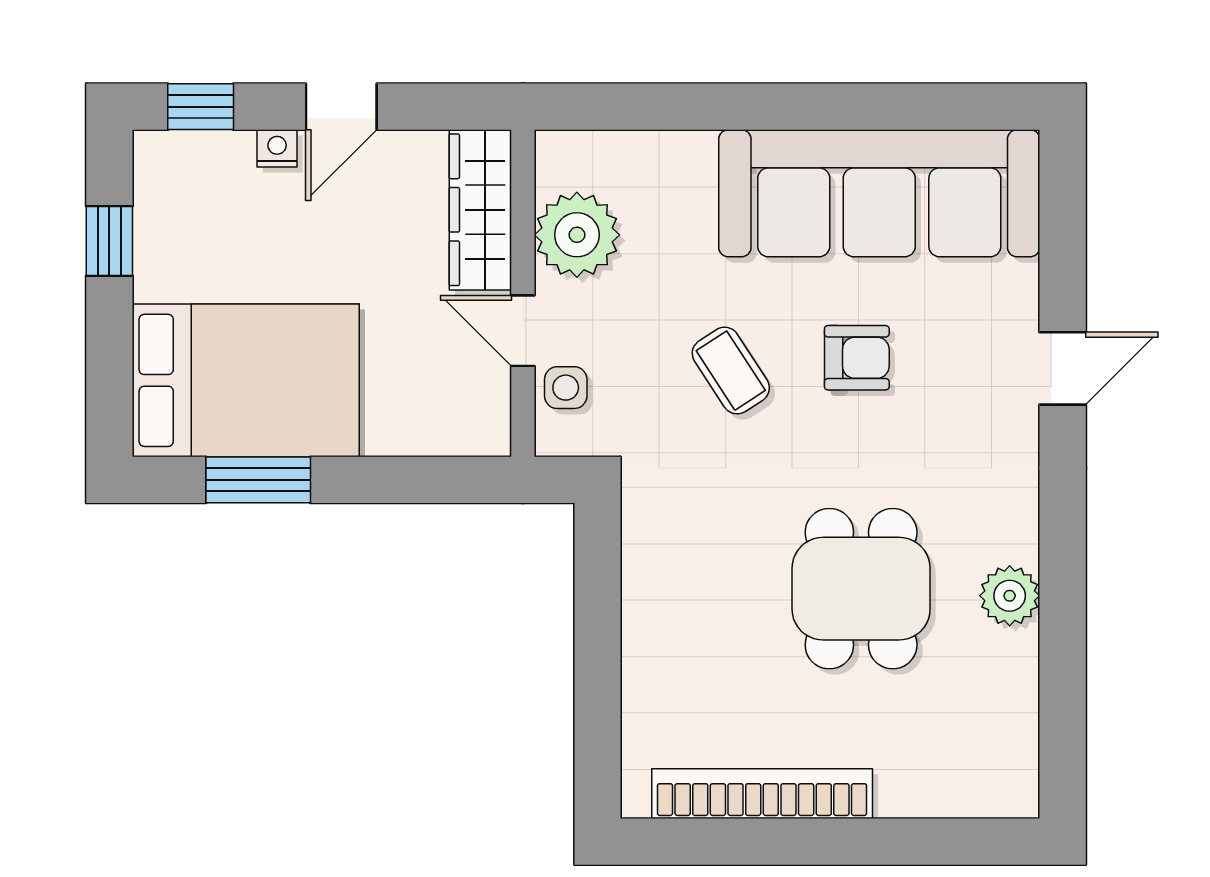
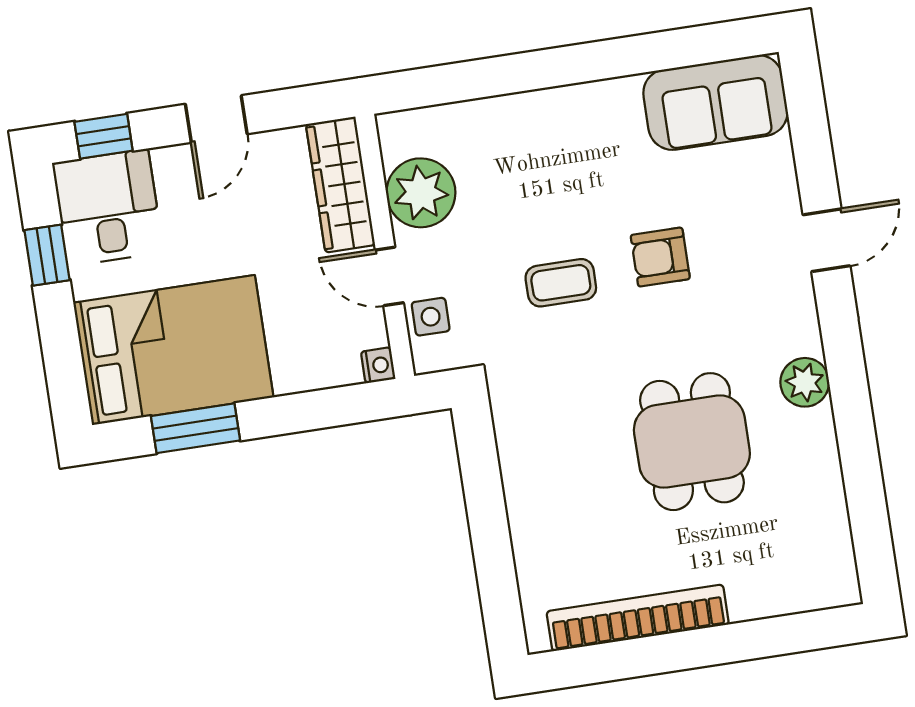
nightstand: (277, 148) -> (378, 365), moved, turned 90
sofa: (879, 193) -> (715, 103), width x0.54, depth x0.79
desk: (193, 194) -> (108, 208), added
armchair: (857, 358) -> (660, 257), turned 180
coffee table: (731, 371) -> (561, 283), turned -57
plant: (1010, 596) -> (805, 382), moved

